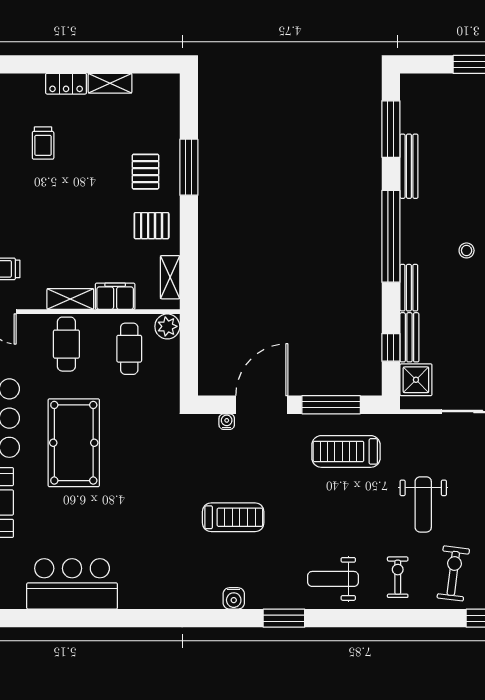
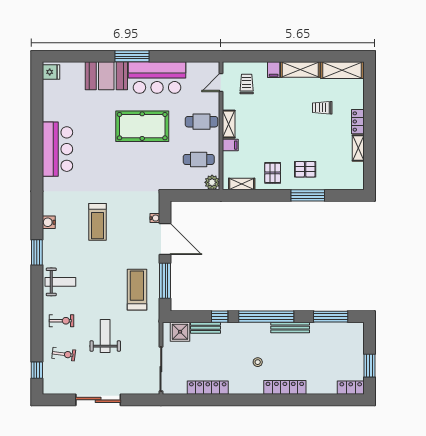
bench: (409, 166) -> (290, 328), moved
bench: (409, 288) -> (235, 327), removed
filing cabinet: (115, 296) -> (230, 145), width x0.50
window: (391, 347) -> (220, 317), moved
weight bench: (423, 504) -> (105, 336), turned 90
exercise bike: (453, 573) -> (64, 354), width x0.73, depth x0.72
weight bench: (333, 579) -> (60, 282), turned 90
bar counter: (72, 584) -> (57, 149), moved

